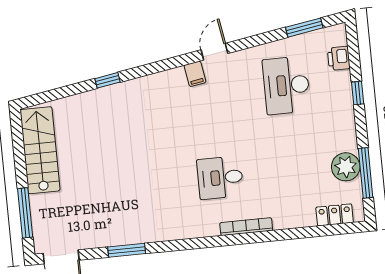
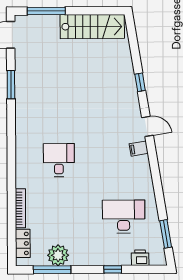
door: (214, 52) -> (147, 126), moved
bookcase: (246, 227) -> (20, 208), moved

